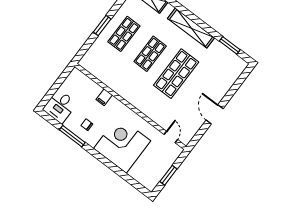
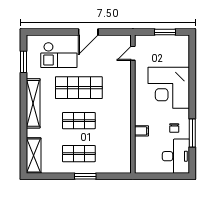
checkout: (214, 77) -> (59, 55), added
desk: (60, 106) -> (176, 156), width x1.37

